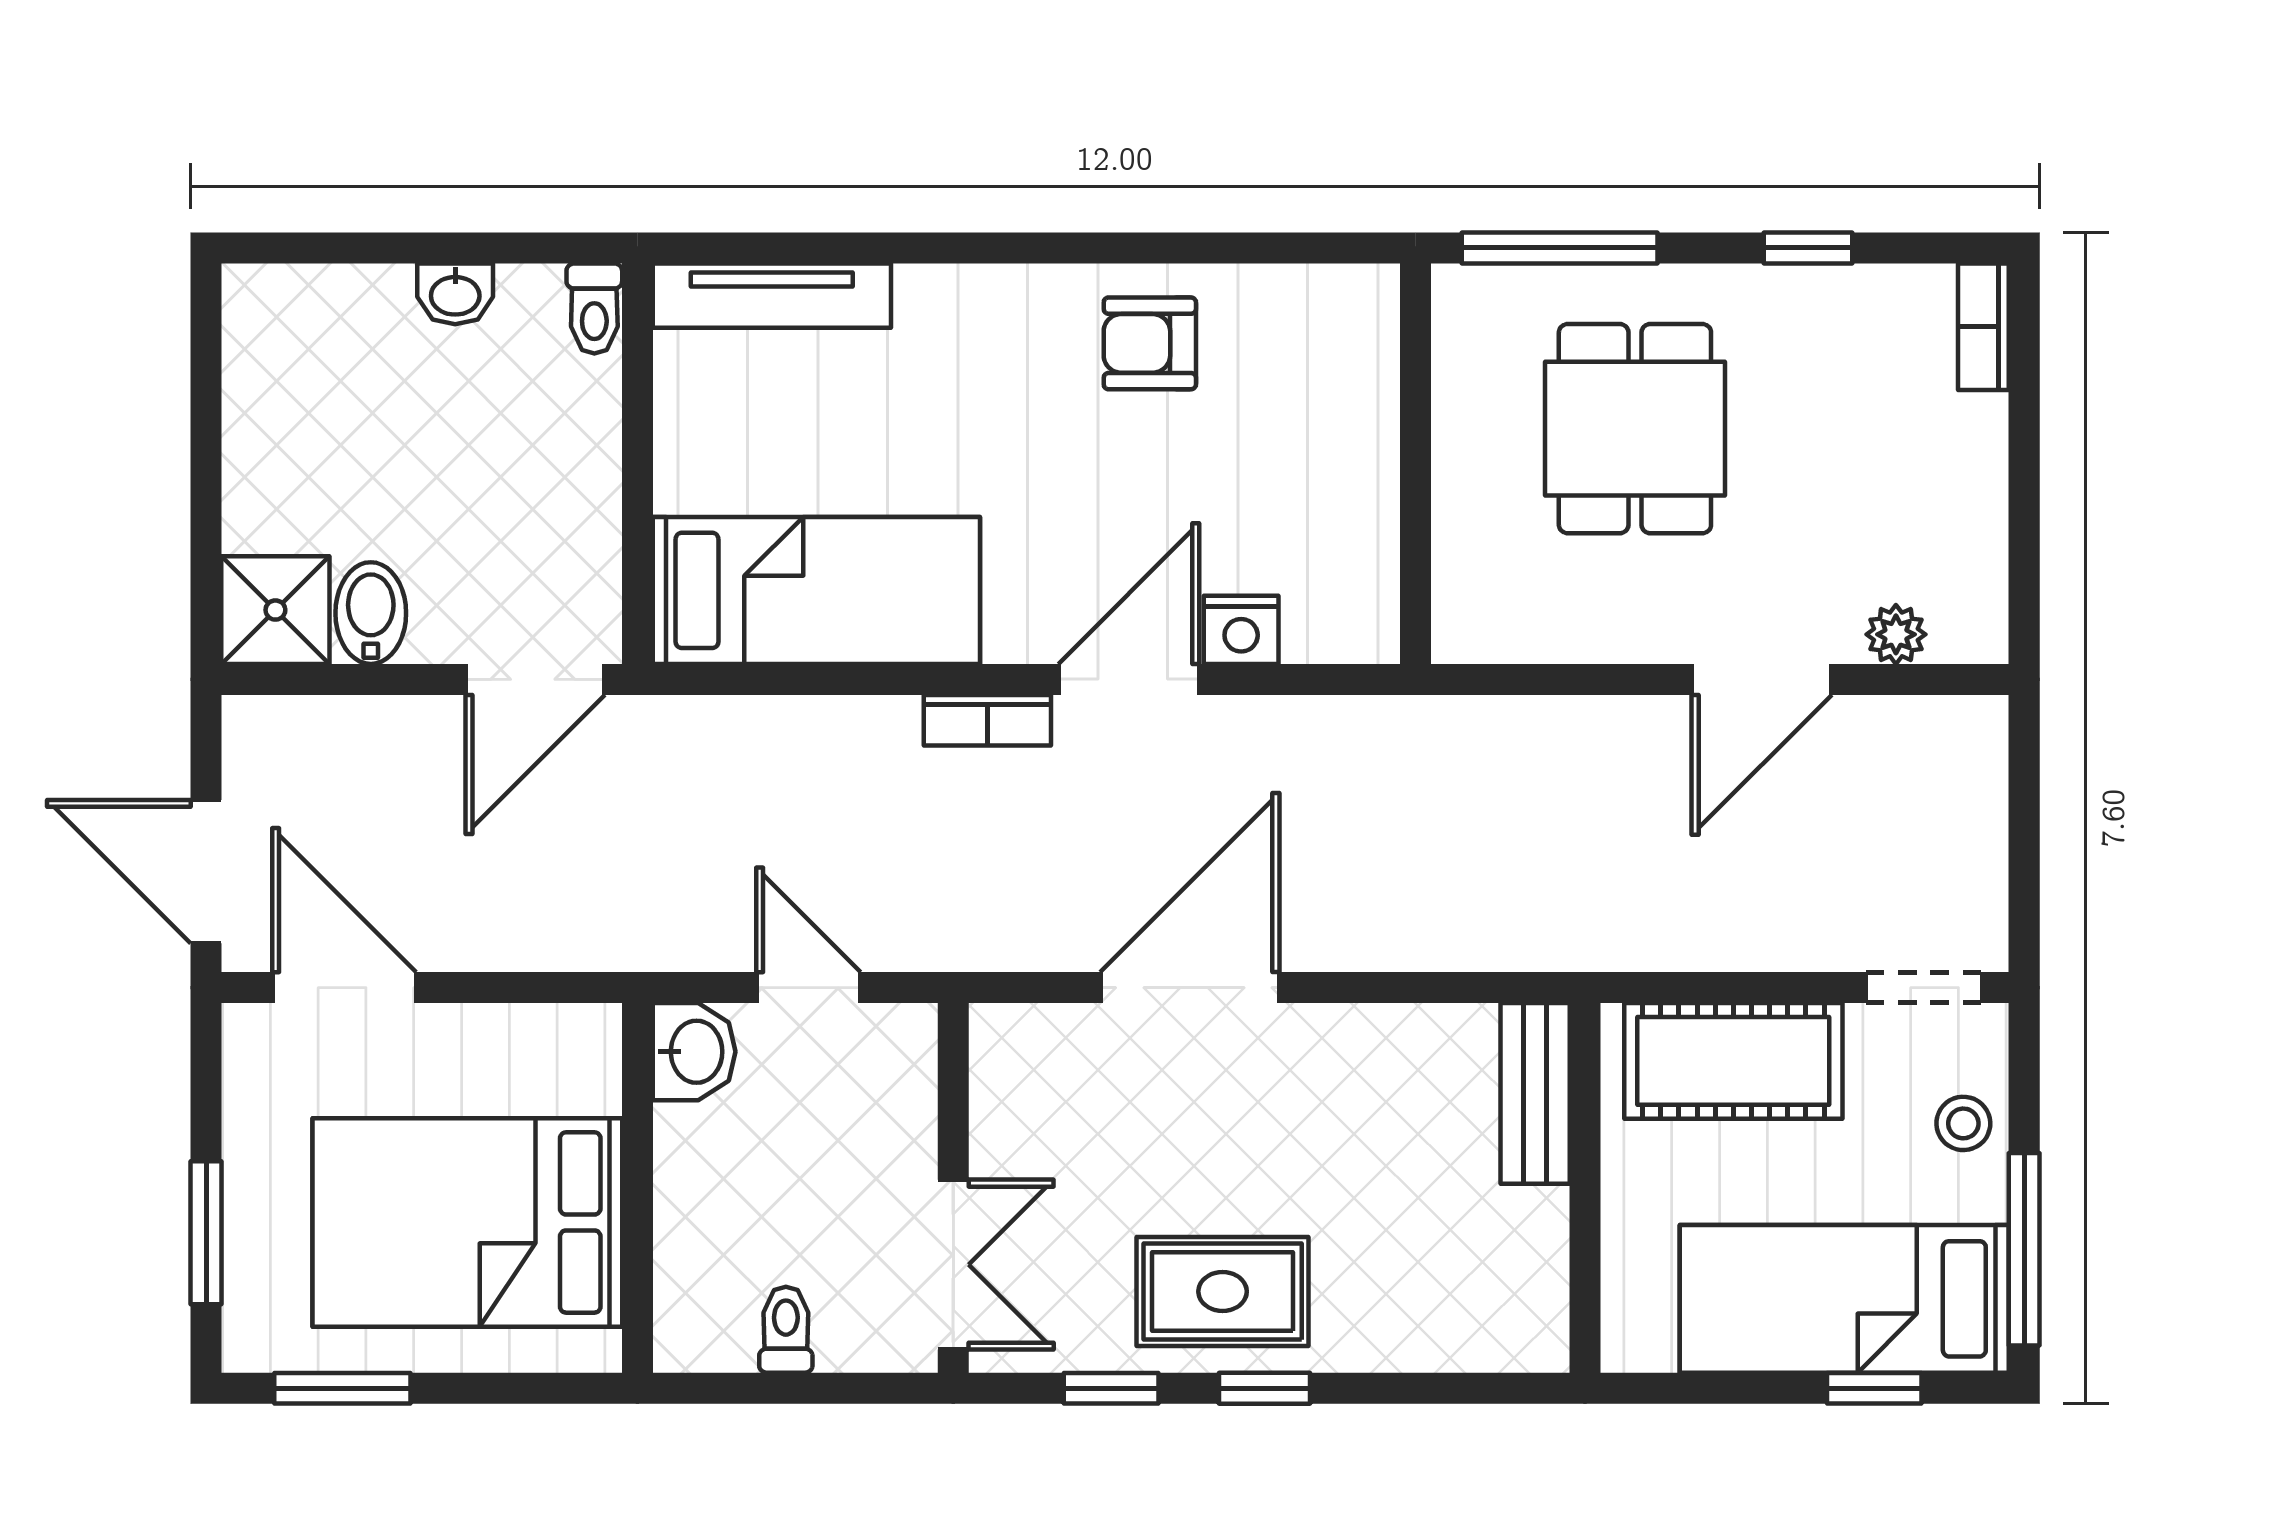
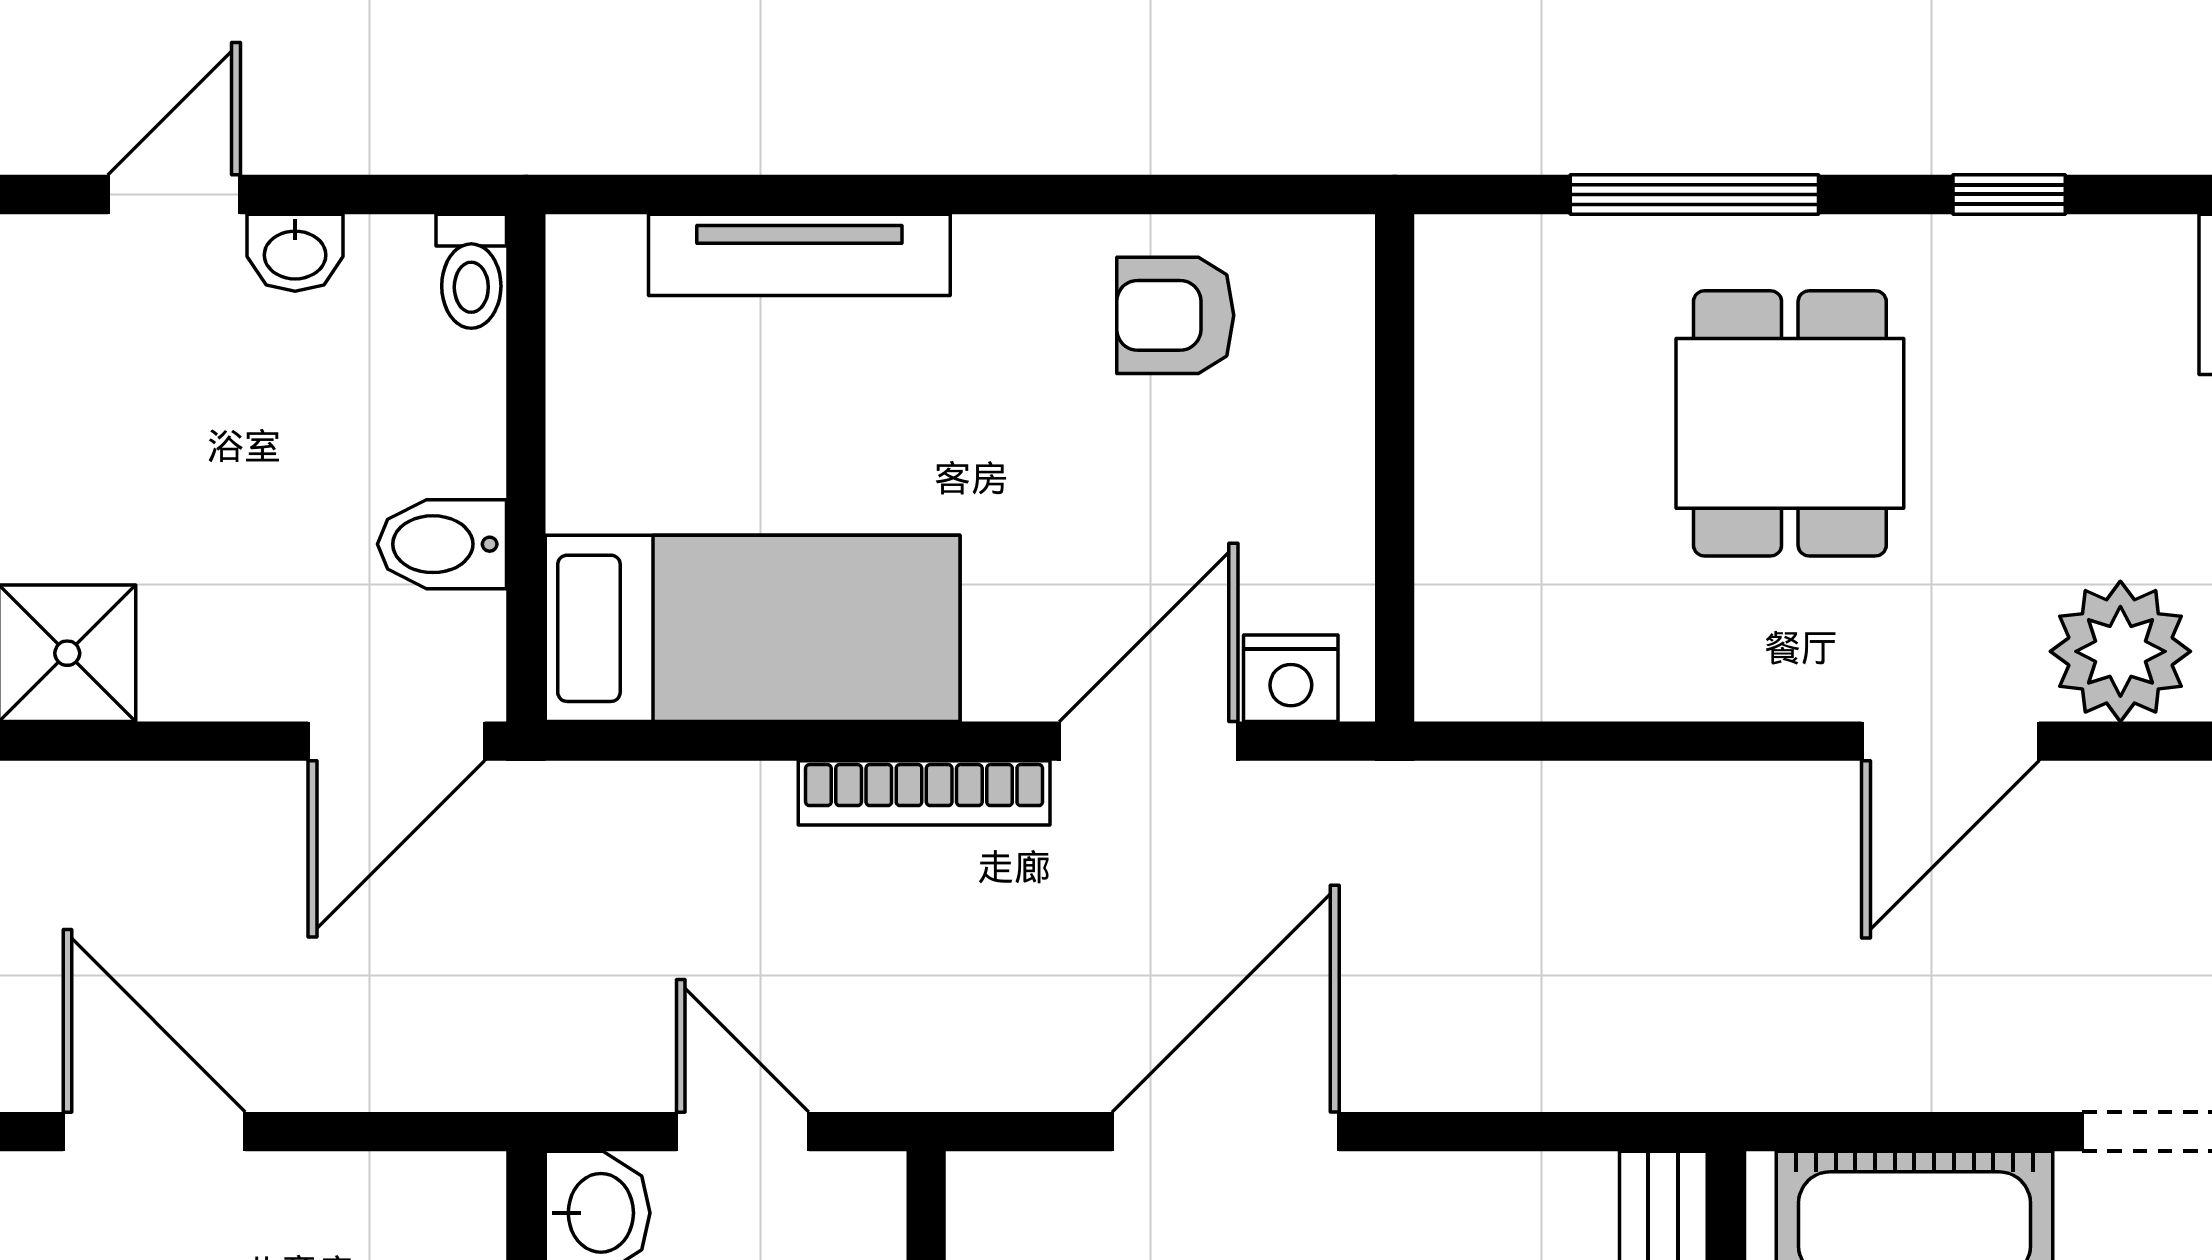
door: (360, 248) -> (174, 194), added
tv unit: (772, 296) -> (799, 255), moved
wall: (1416, 464) -> (1395, 468), moved
bidet: (371, 613) -> (442, 544), moved, turned -90
plant: (1896, 634) -> (2120, 651), width x1.88, depth x1.88
bookcase: (987, 720) -> (924, 793), width x1.56

